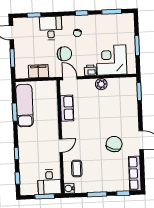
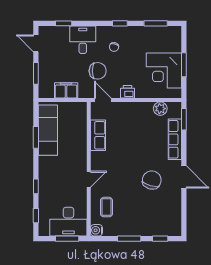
corner desk: (112, 60) -> (164, 70), moved, turned -90
plant: (101, 84) -> (160, 109), moved
row of seats: (135, 173) -> (175, 139), moved
desk: (49, 182) -> (68, 222), width x1.37

